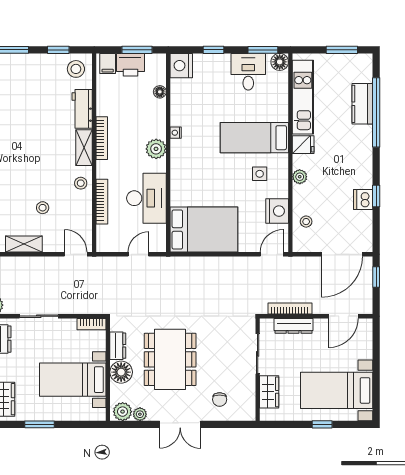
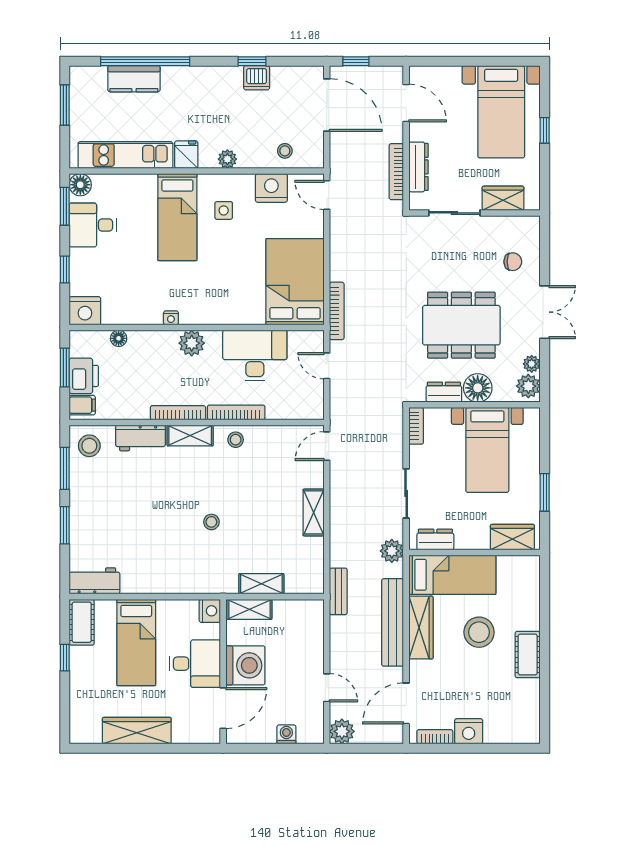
window: (58, 50) -> (65, 468), width x1.50
bookcase: (102, 202) -> (236, 412), moved
stool: (43, 208) -> (211, 522), moved
bookcase: (181, 262) -> (337, 311), added

